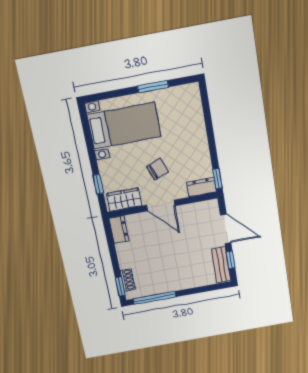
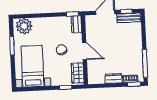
plant: (188, 102) -> (24, 26), added
door: (161, 205) -> (84, 51), hinge flipped
dresser: (119, 230) -> (114, 78), moved

